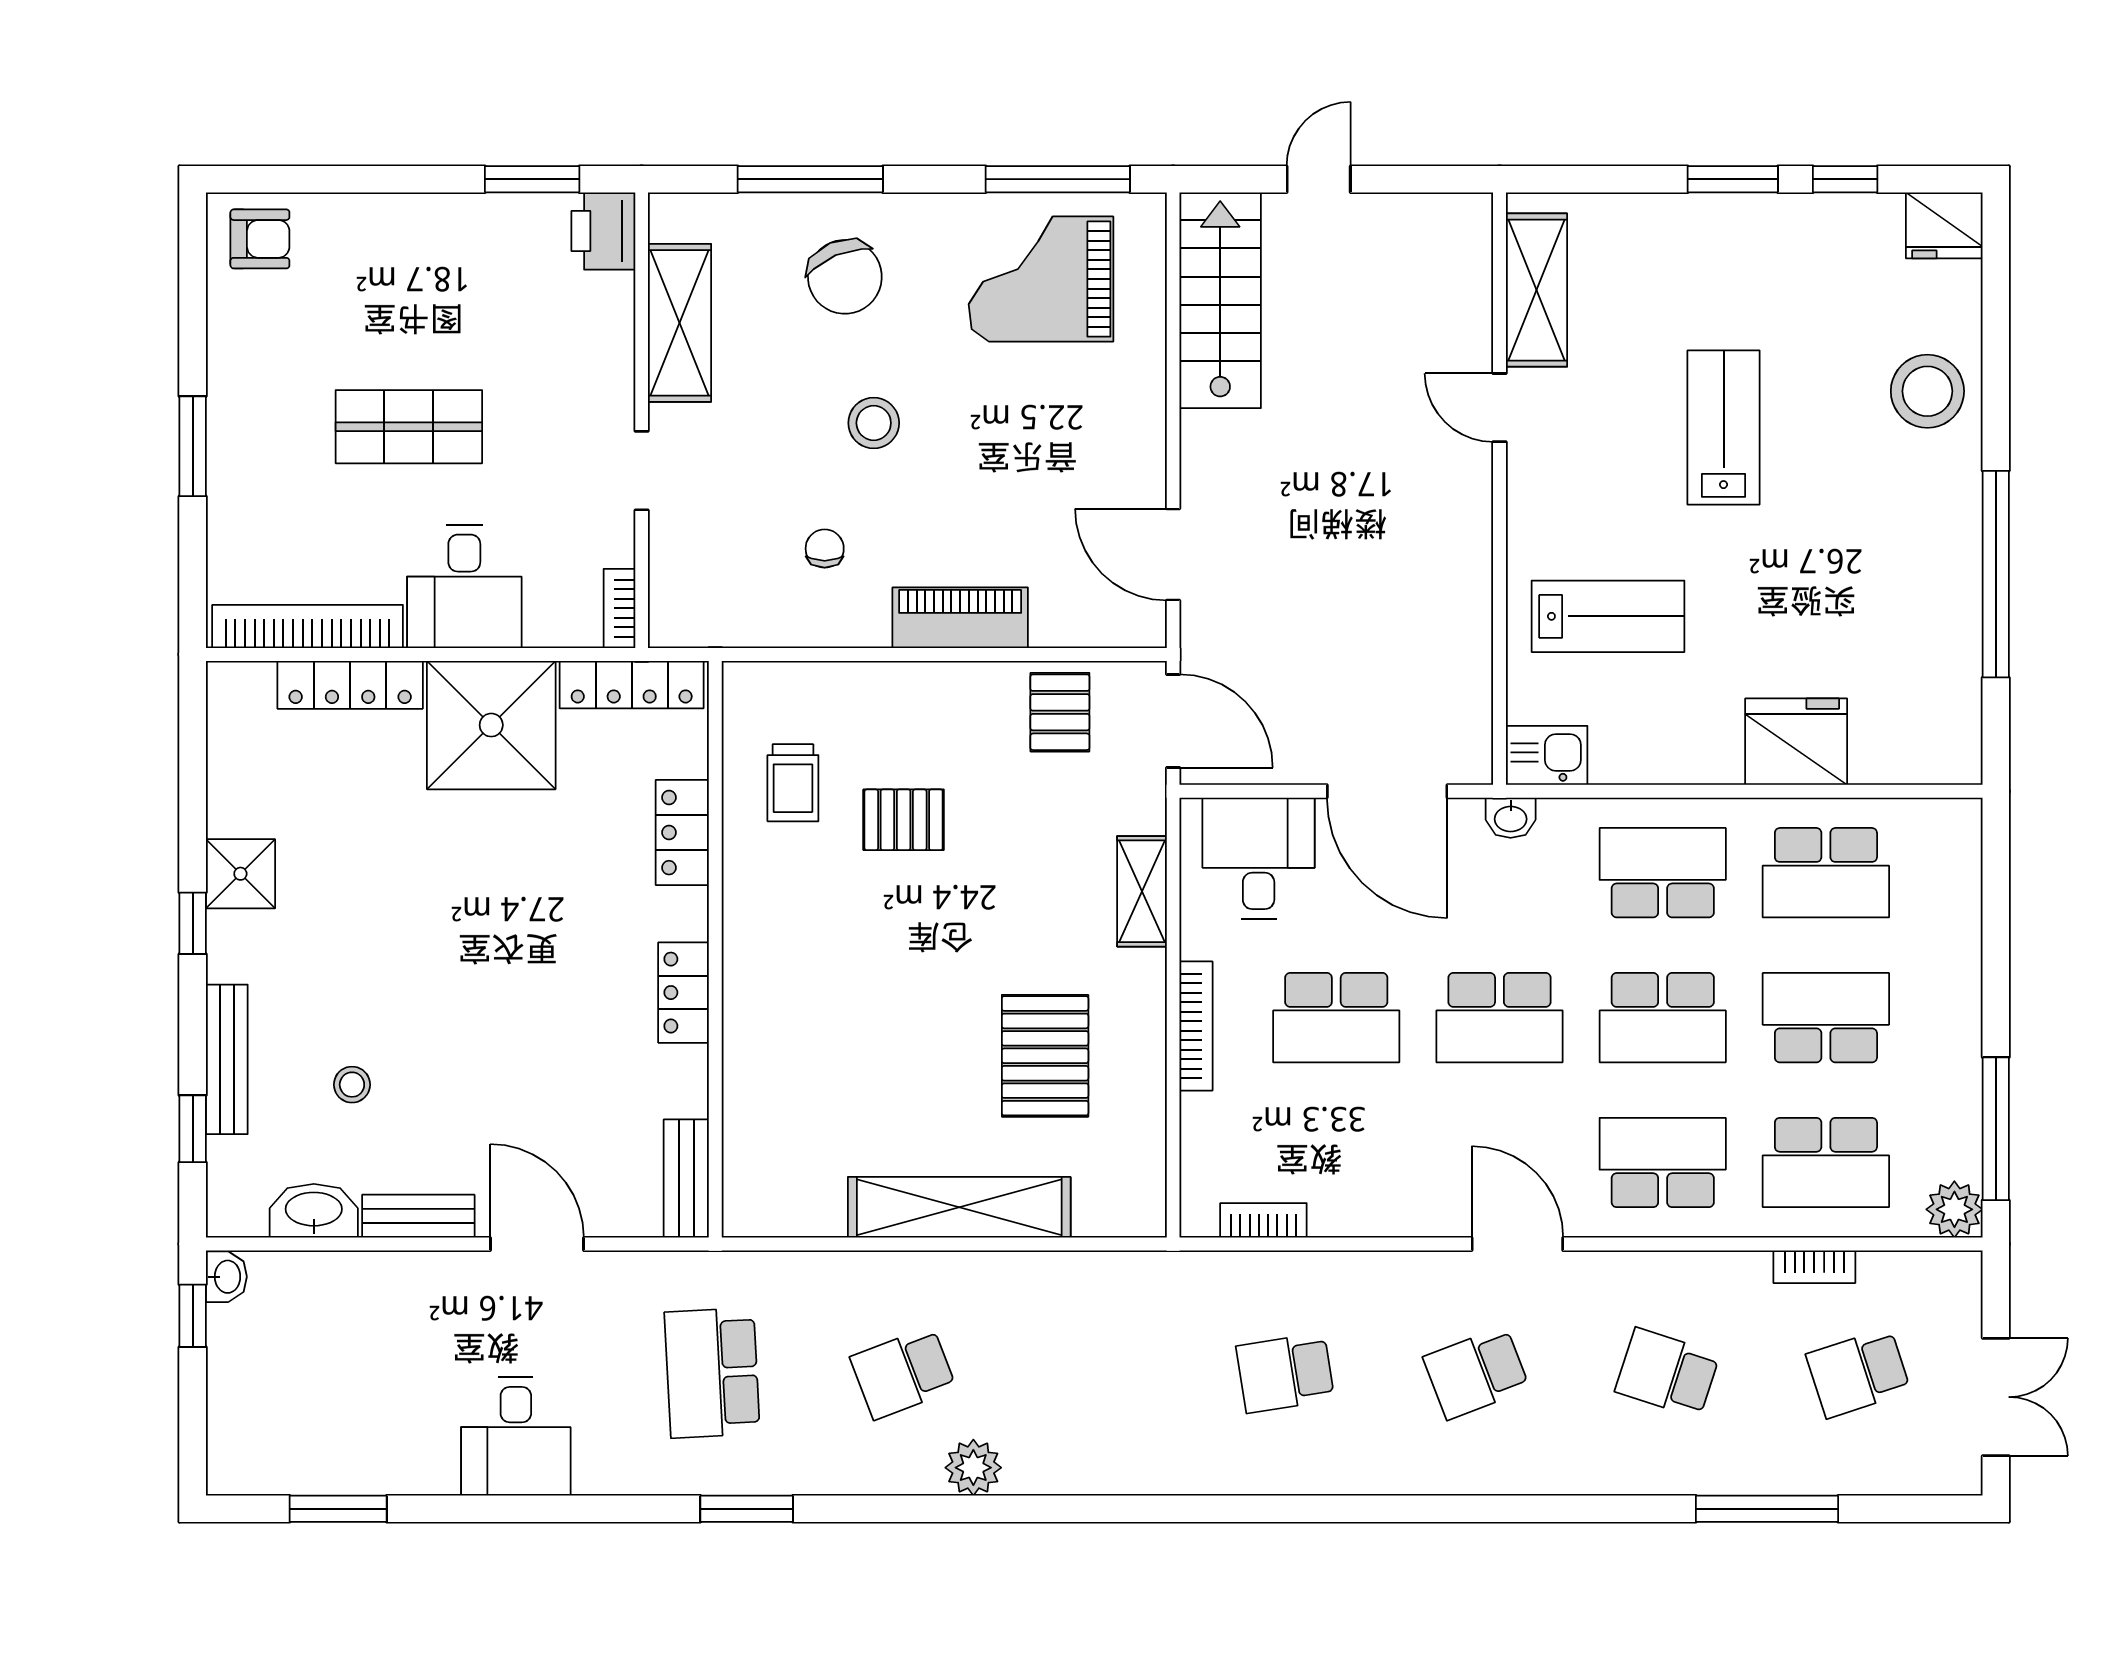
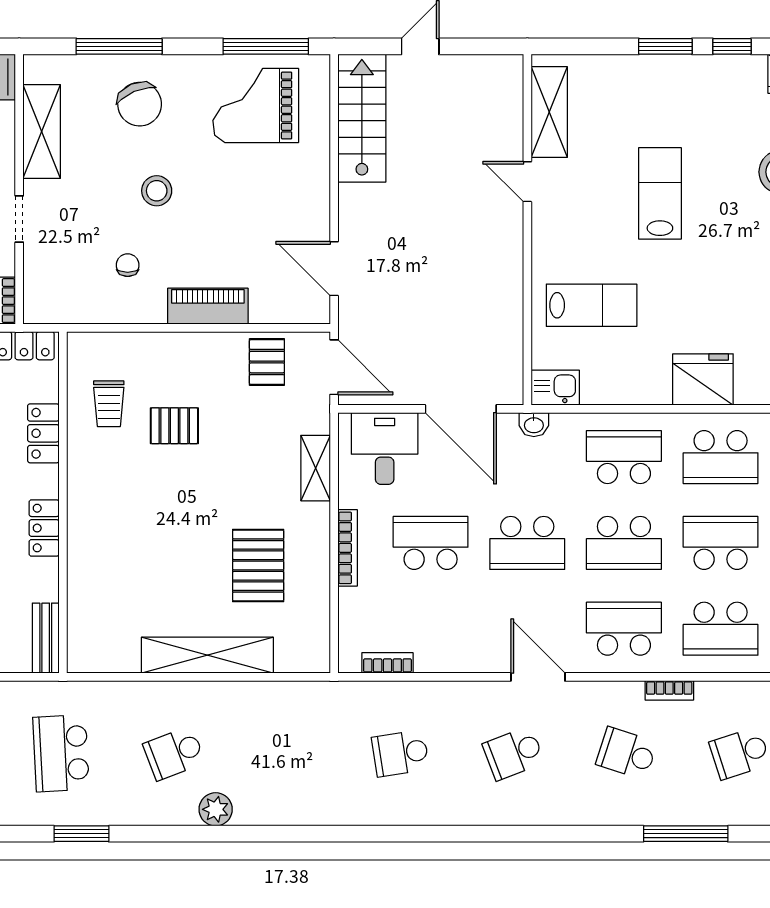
school desk: (1336, 1018) -> (431, 543), turned 180
bookcase: (1814, 1267) -> (669, 690), moved

